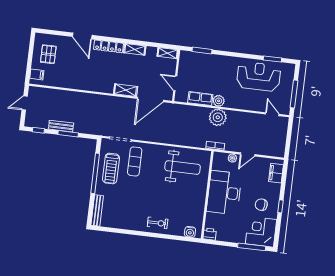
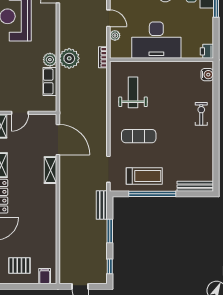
door: (175, 83) -> (20, 113), moved
bench: (61, 126) -> (102, 205), moved
exercise mat: (135, 161) -> (139, 136), moved
weight bench: (183, 168) -> (133, 92), width x0.73, depth x0.75

